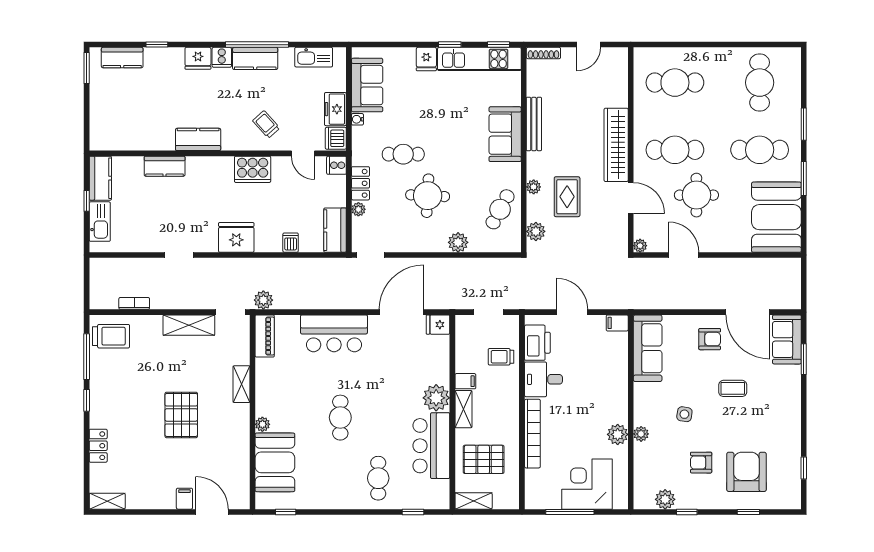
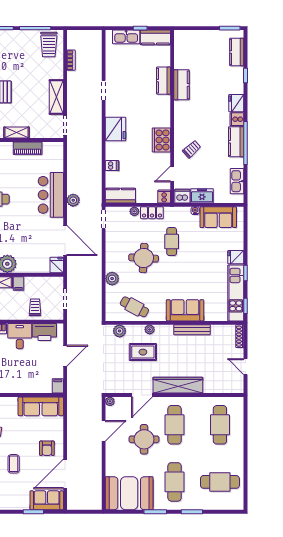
kitchen counter: (198, 139) -> (182, 85), moved
plant: (263, 300) -> (73, 200), moved
piano: (265, 336) -> (28, 148), moved

